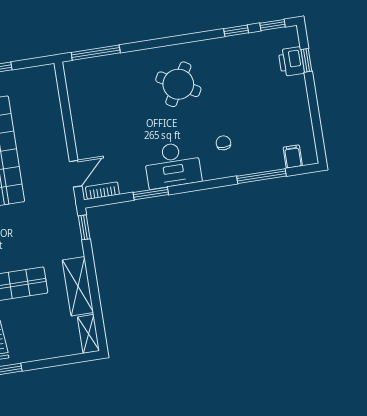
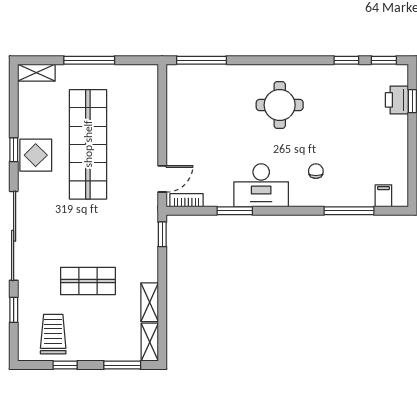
round table: (178, 84) -> (280, 105), turned -30
shelving: (78, 286) -> (150, 302), width x0.67, depth x0.75
window: (65, 360) -> (122, 365), added

